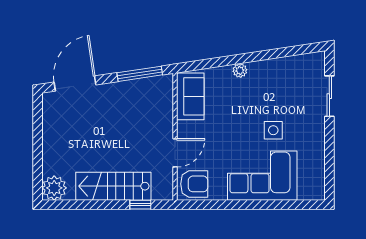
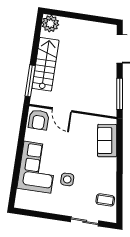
plant: (240, 70) -> (112, 163), removed
coffee table: (294, 71) -> (105, 200), added
sofa: (190, 96) -> (107, 141), moved, turned 82
window: (140, 205) -> (30, 81), width x2.17

